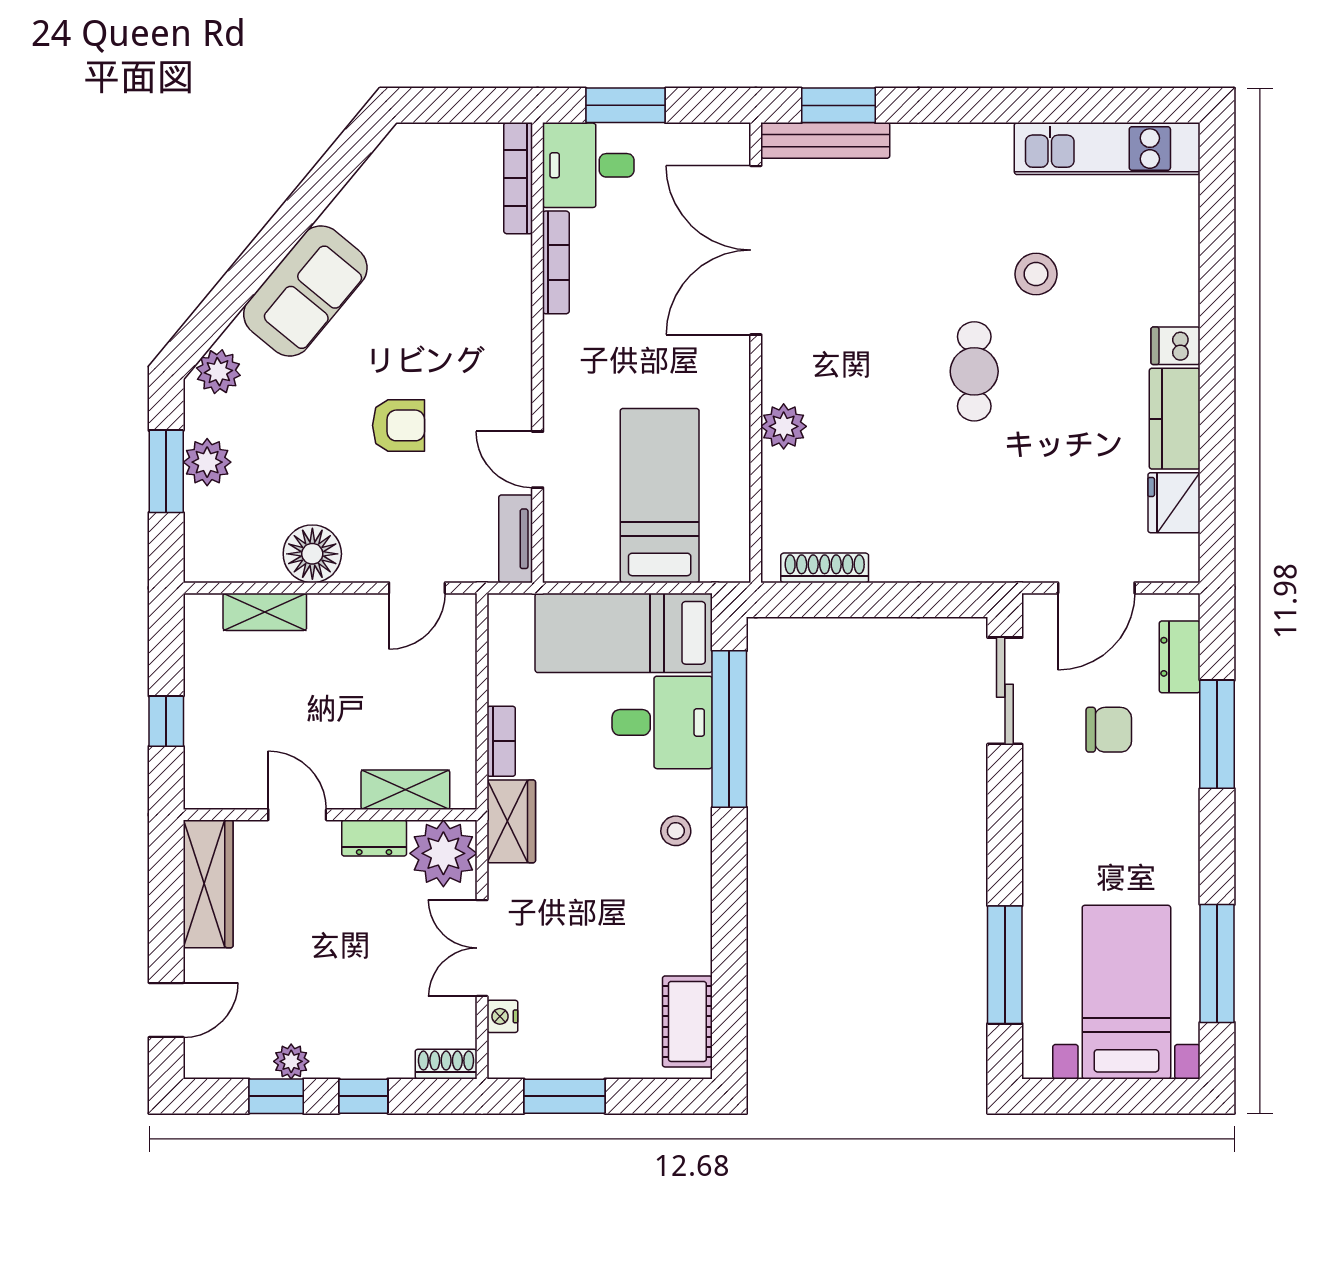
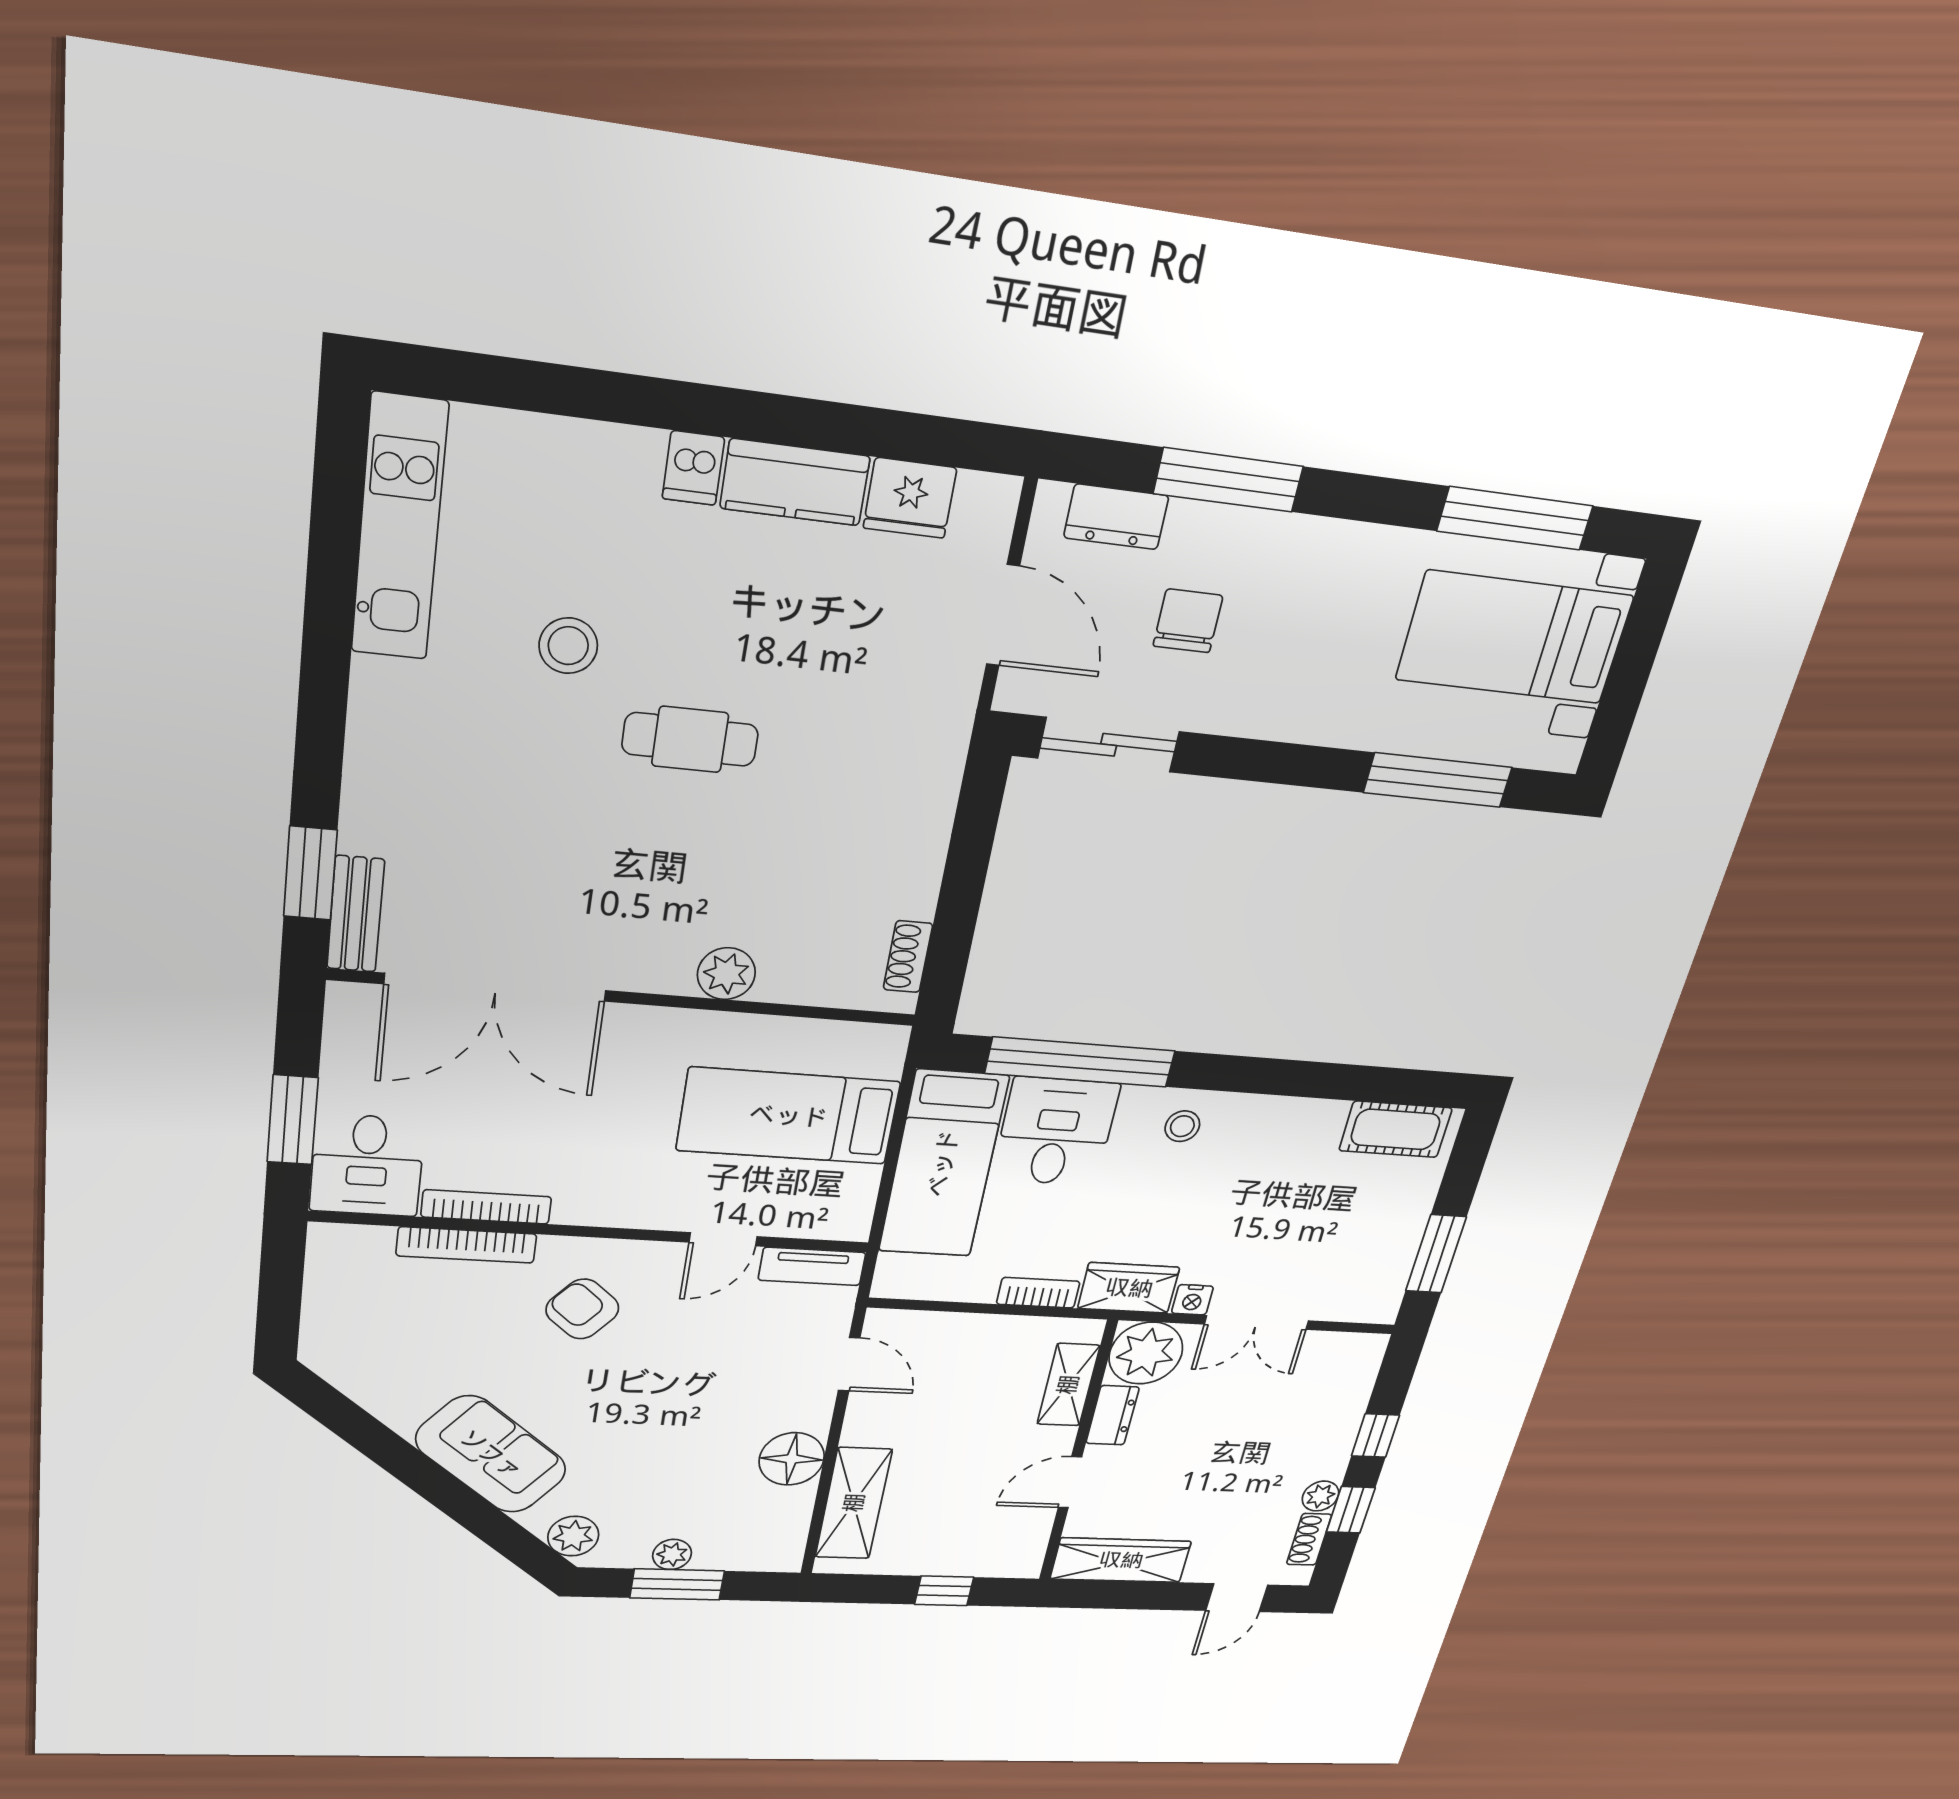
bench: (825, 140) -> (356, 914), width x0.73
bookcase: (518, 178) -> (466, 1245), moved
armchair: (399, 425) -> (582, 1309), moved, turned -49
plant: (207, 462) -> (672, 1554), width x0.73, depth x0.73
shoe rack: (825, 568) -> (908, 957), width x0.70
shelving: (265, 612) -> (854, 1503), width x1.50, depth x1.33
door: (166, 1010) -> (1237, 1598), swing flipped
nightstand: (502, 1016) -> (1192, 1300), moved
shoe rack: (446, 1064) -> (1309, 1539), moved

